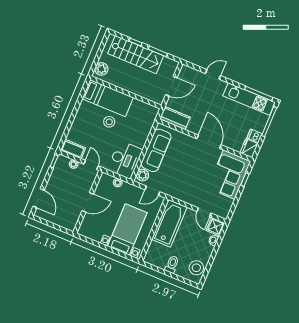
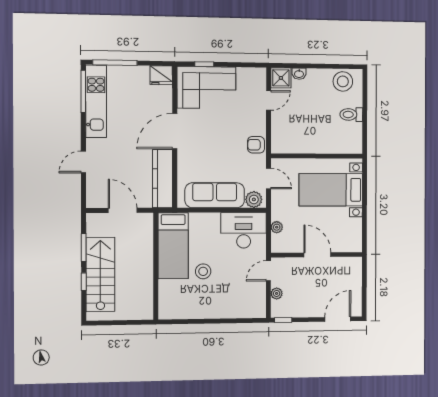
plant: (101, 69) -> (138, 311), removed
door: (213, 74) -> (83, 162), hinge flipped
bed: (108, 98) -> (173, 246), moved, turned 180
kitchen counter: (175, 118) -> (163, 179), width x1.50
dishwasher: (255, 136) -> (142, 74), removed
cot: (73, 149) -> (258, 303), removed
armchair: (178, 192) -> (256, 145), added
bathtub: (169, 223) -> (301, 139), removed

